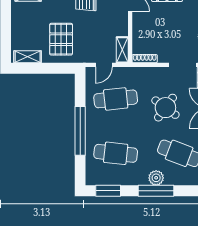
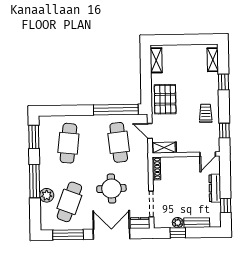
pallet: (61, 39) -> (165, 99), moved, turned 90
round table: (165, 108) -> (111, 189), turned -38
window: (80, 131) -> (116, 110), moved
plant: (156, 178) -> (47, 195), moved

